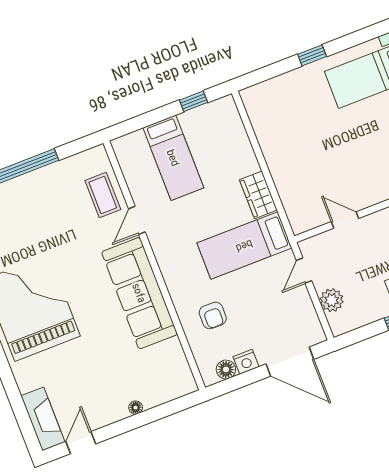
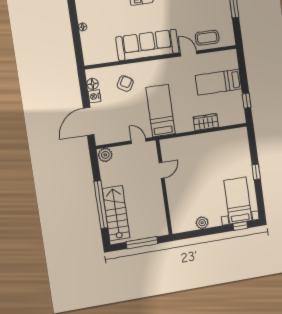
wardrobe: (258, 195) -> (206, 122), moved
plant: (332, 300) -> (105, 155), moved
armchair: (213, 315) -> (125, 84), turned 120

